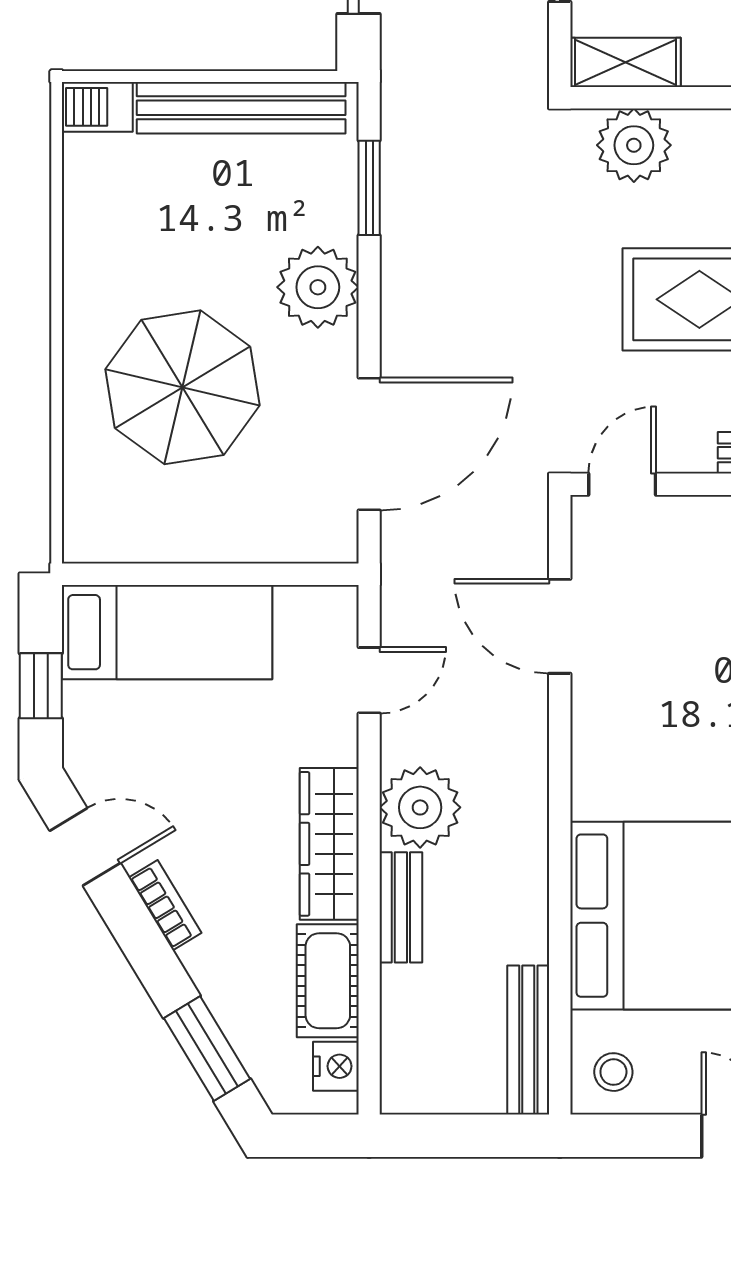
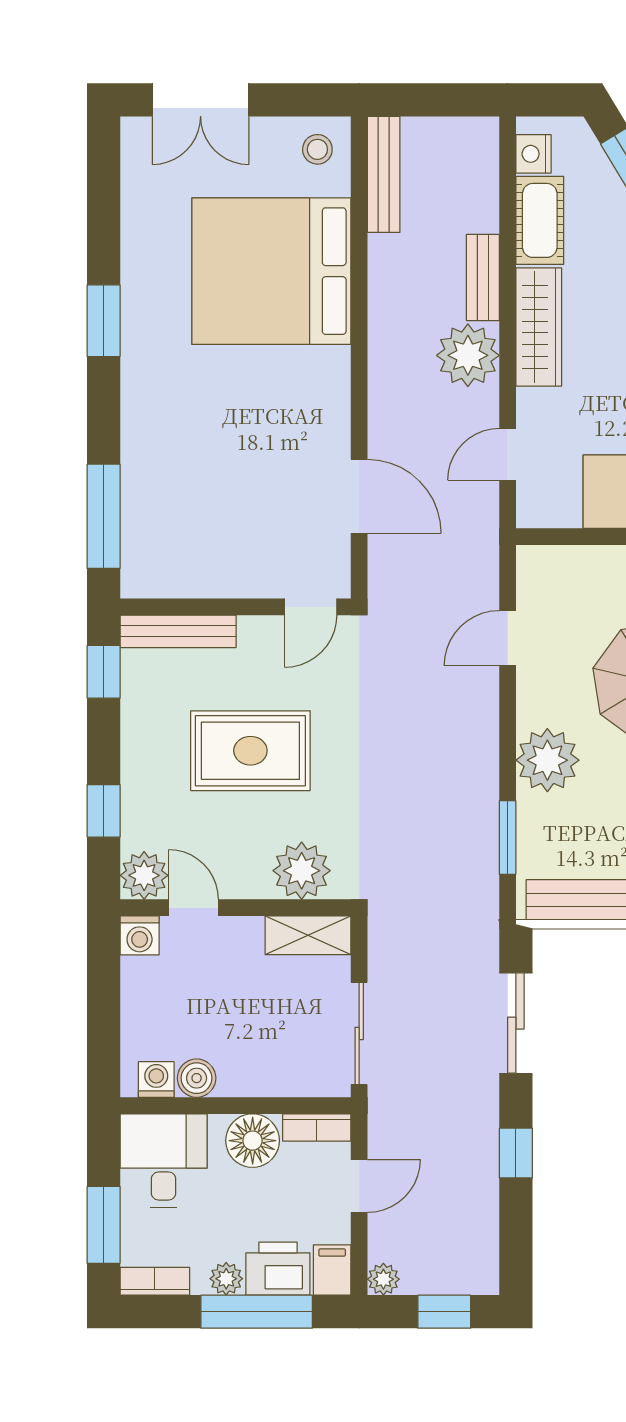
door: (369, 444) -> (508, 638), width x0.53

